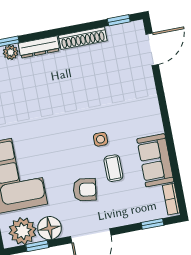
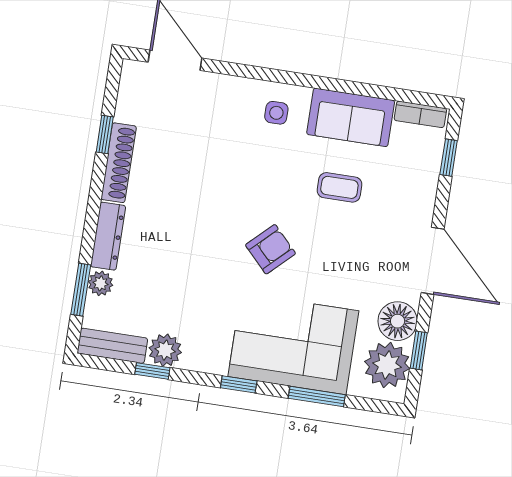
window: (119, 20) -> (105, 135), moved
side table: (101, 139) -> (276, 113), moved
armchair: (85, 190) -> (270, 249), moved, turned 38

